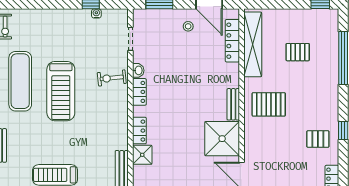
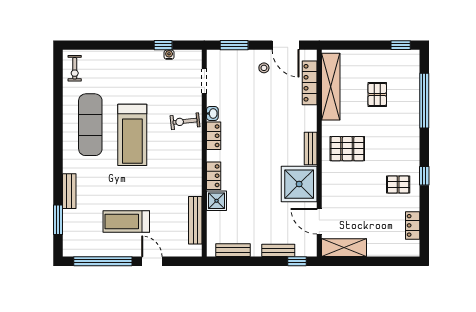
pallet: (298, 52) -> (377, 95), turned 90

